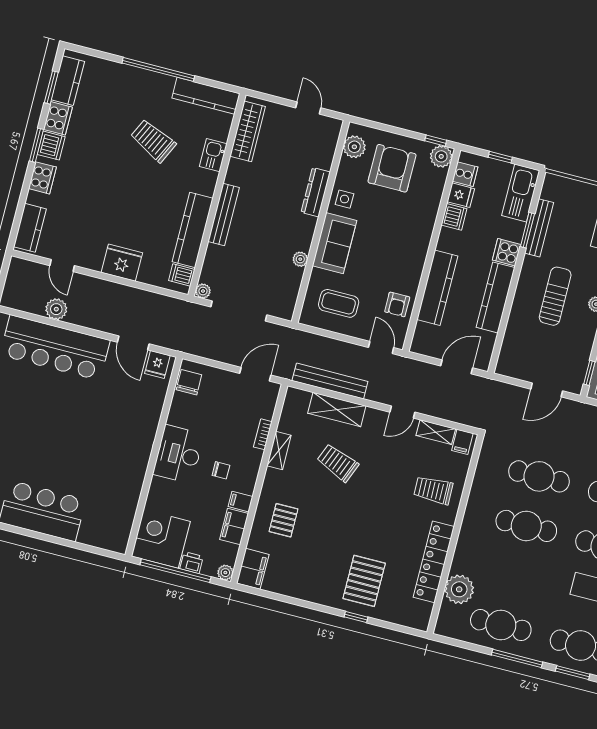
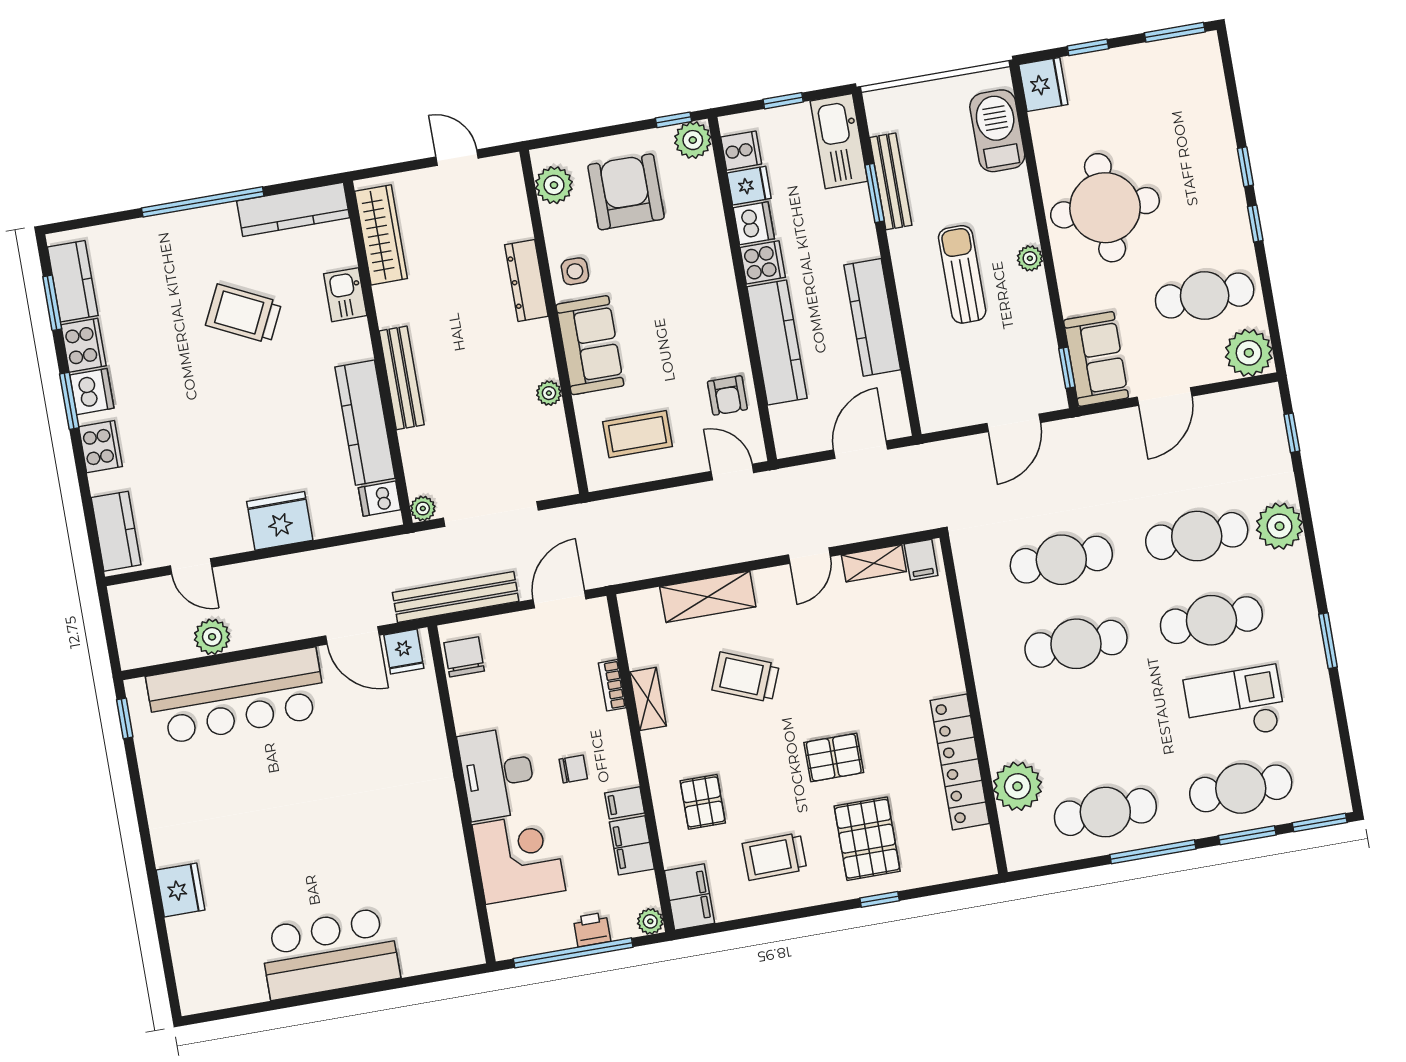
cooker: (507, 252) -> (763, 262), moved, turned 180
bench: (330, 381) -> (456, 597), moved
trolley: (433, 490) -> (774, 856), moved
pallet: (366, 528) -> (834, 758), added
corner desk: (161, 539) -> (519, 858), moved, turned 90

